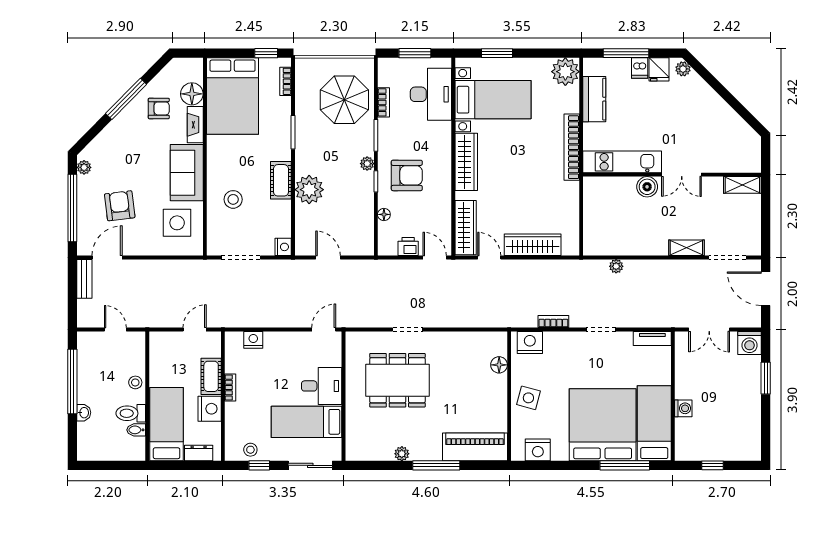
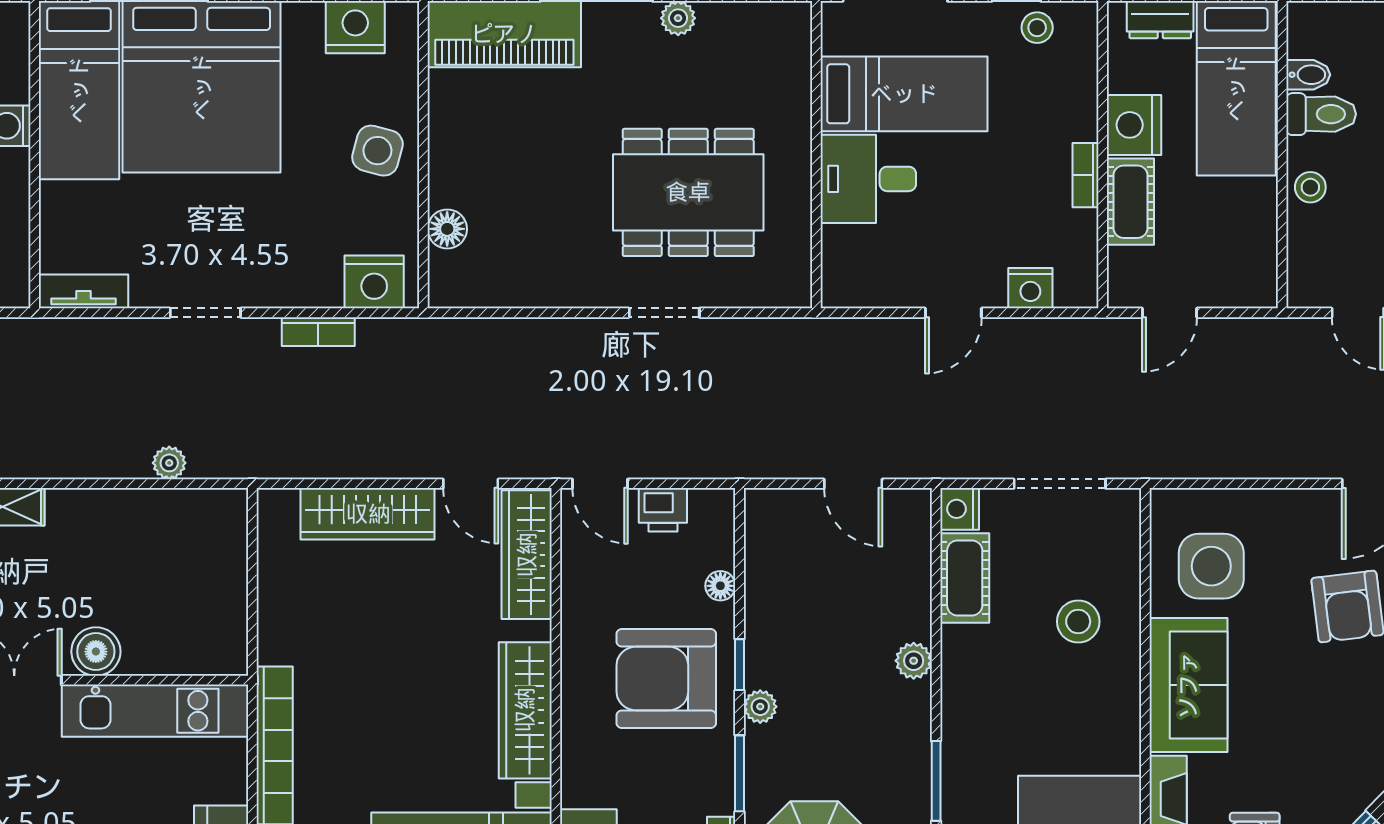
armchair: (407, 175) -> (666, 679), width x1.36, depth x1.36
cot: (281, 180) -> (965, 578), moved
plant: (309, 190) -> (914, 661), width x0.53, depth x0.53
door: (324, 330) -> (953, 313), moved

